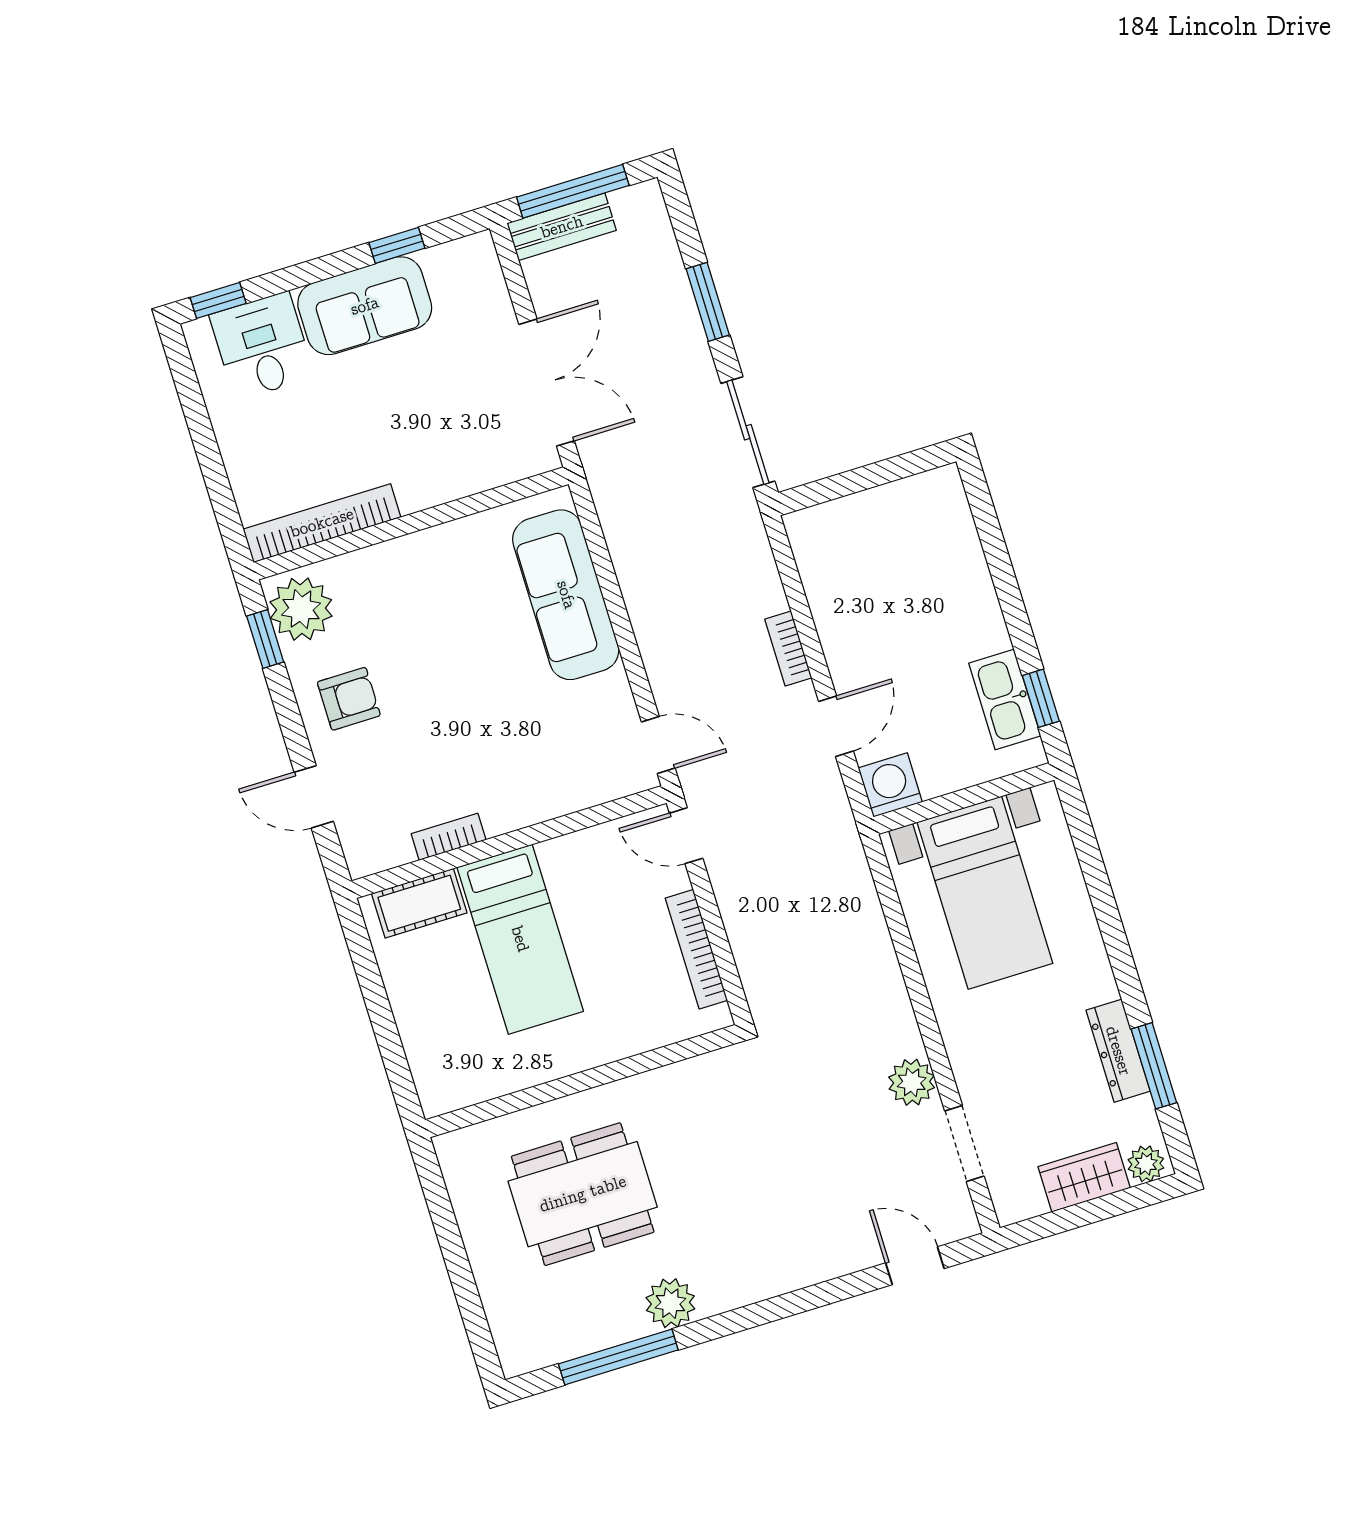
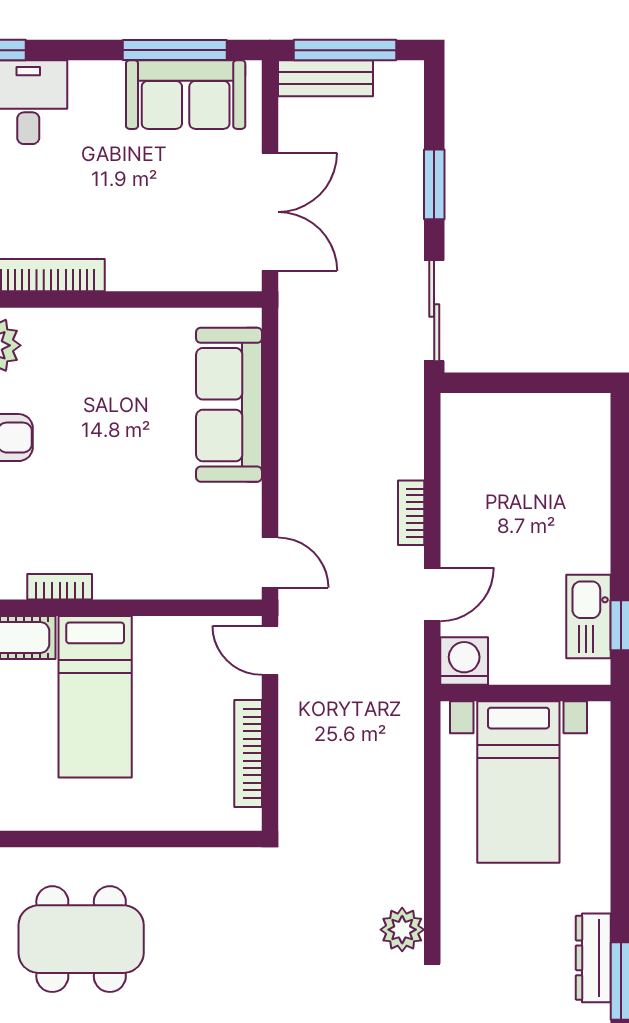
window: (397, 245) -> (175, 50), width x2.17
sofa: (365, 306) -> (186, 95), moved

